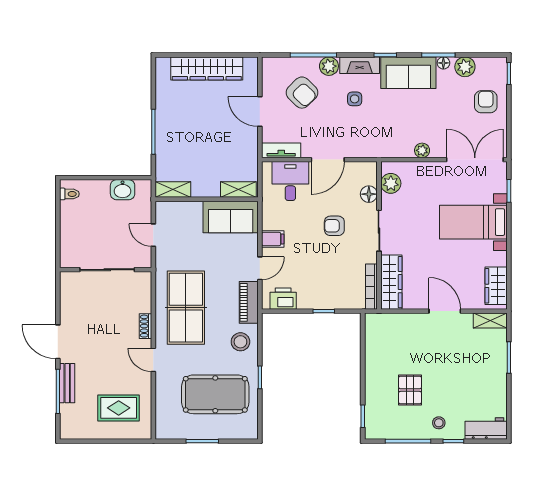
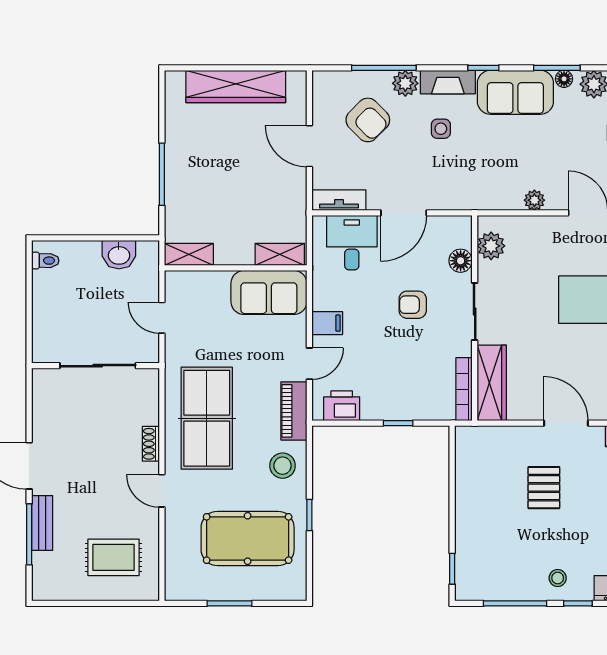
pallet: (410, 390) -> (544, 488), moved

